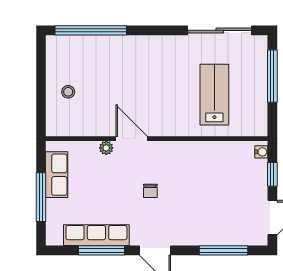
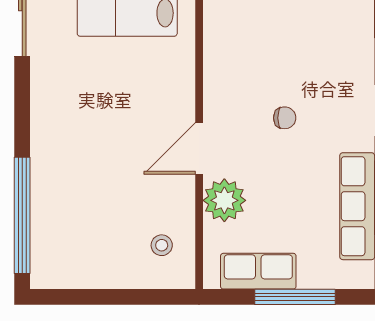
stool: (68, 92) -> (162, 245), moved
plant: (106, 148) -> (224, 200), width x1.88, depth x1.88

